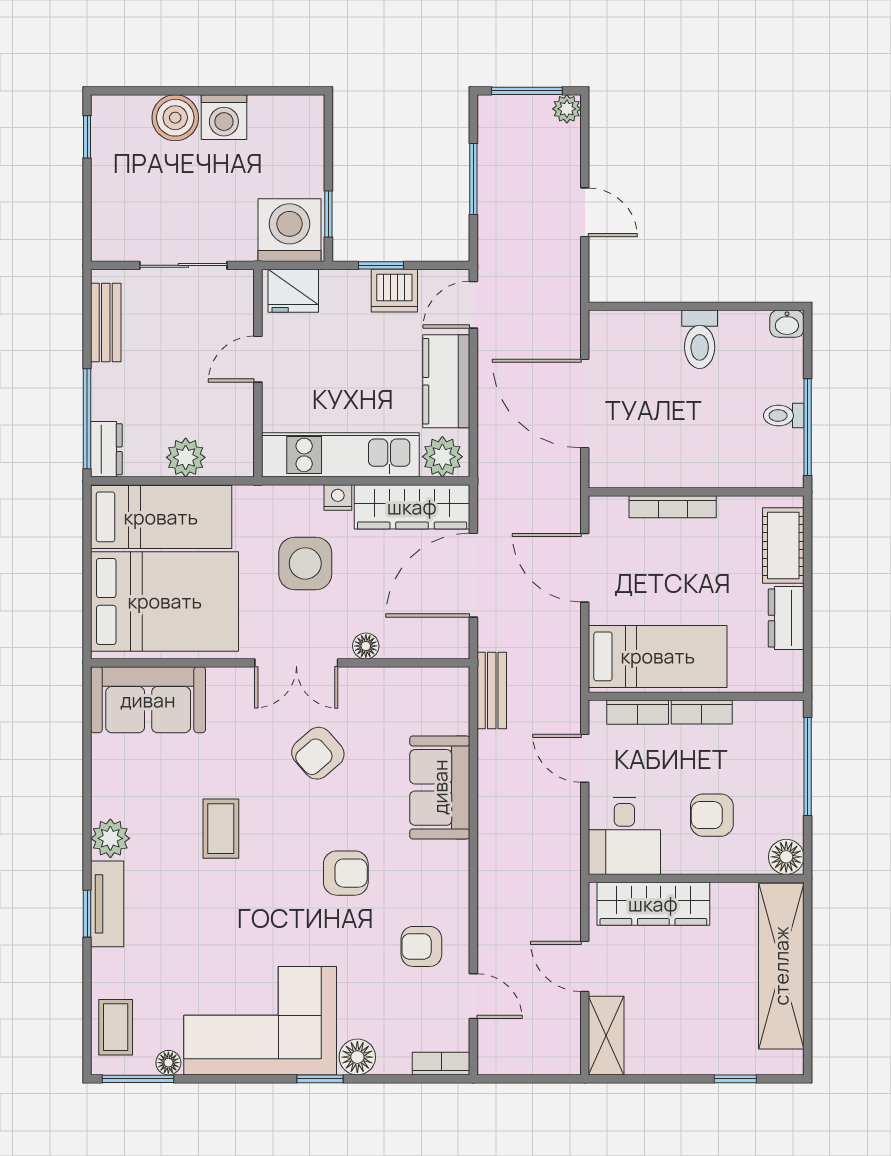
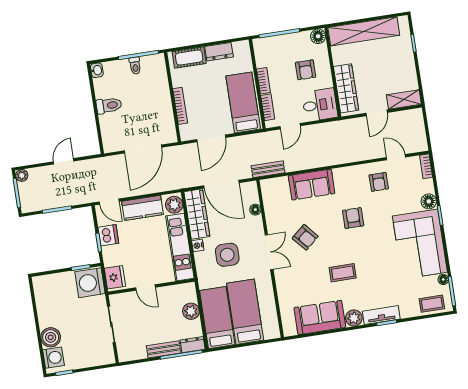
washing machine: (224, 117) -> (54, 358), moved
bench: (106, 323) -> (164, 349), moved
bed: (165, 601) -> (245, 312), width x0.67
floor lamp: (366, 646) -> (255, 210), moved
sofa: (148, 700) -> (320, 317), moved, turned -90
door: (473, 996) -> (396, 157), hinge flipped

